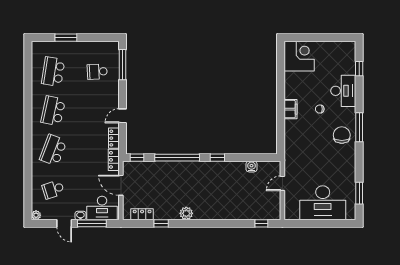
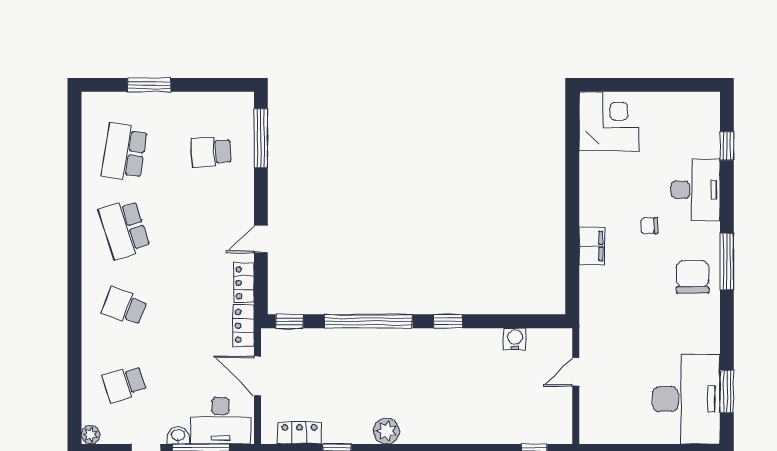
filing cabinet: (291, 109) -> (592, 246), moved
school desk: (53, 111) -> (124, 229), turned -30
school desk: (53, 150) -> (124, 307), width x0.54
desk: (323, 203) -> (686, 399), moved, turned -90

